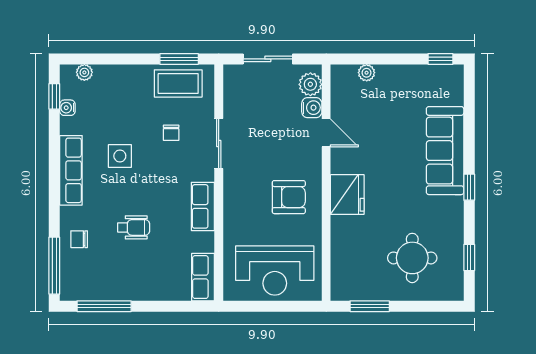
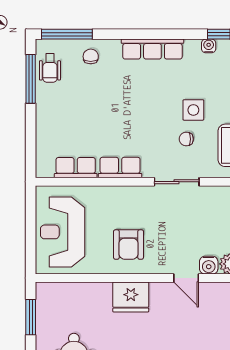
door: (326, 133) -> (186, 278), hinge flipped
side table: (120, 156) -> (193, 110), moved
wheelchair: (134, 227) -> (50, 68), moved
row of seats: (203, 277) -> (76, 168), moved

